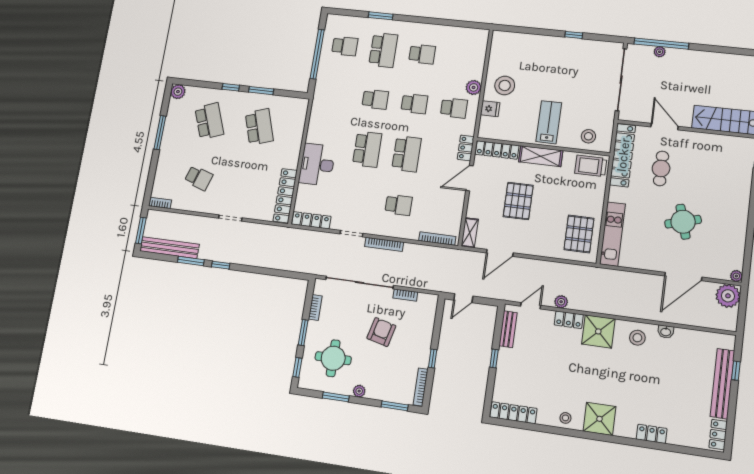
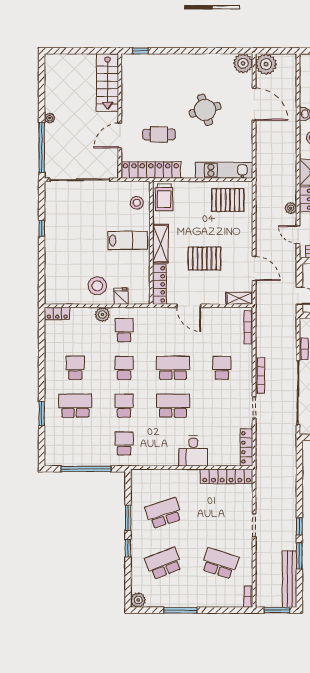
school desk: (345, 46) -> (124, 443), moved
plant: (660, 52) -> (50, 118), moved
lab bench: (549, 122) -> (128, 240), turned 180
locker: (466, 148) -> (57, 314), moved
desk: (317, 165) -> (193, 451), width x0.73
school desk: (199, 178) -> (220, 563), width x1.85
plant: (736, 276) -> (243, 63), width x1.88, depth x1.88

